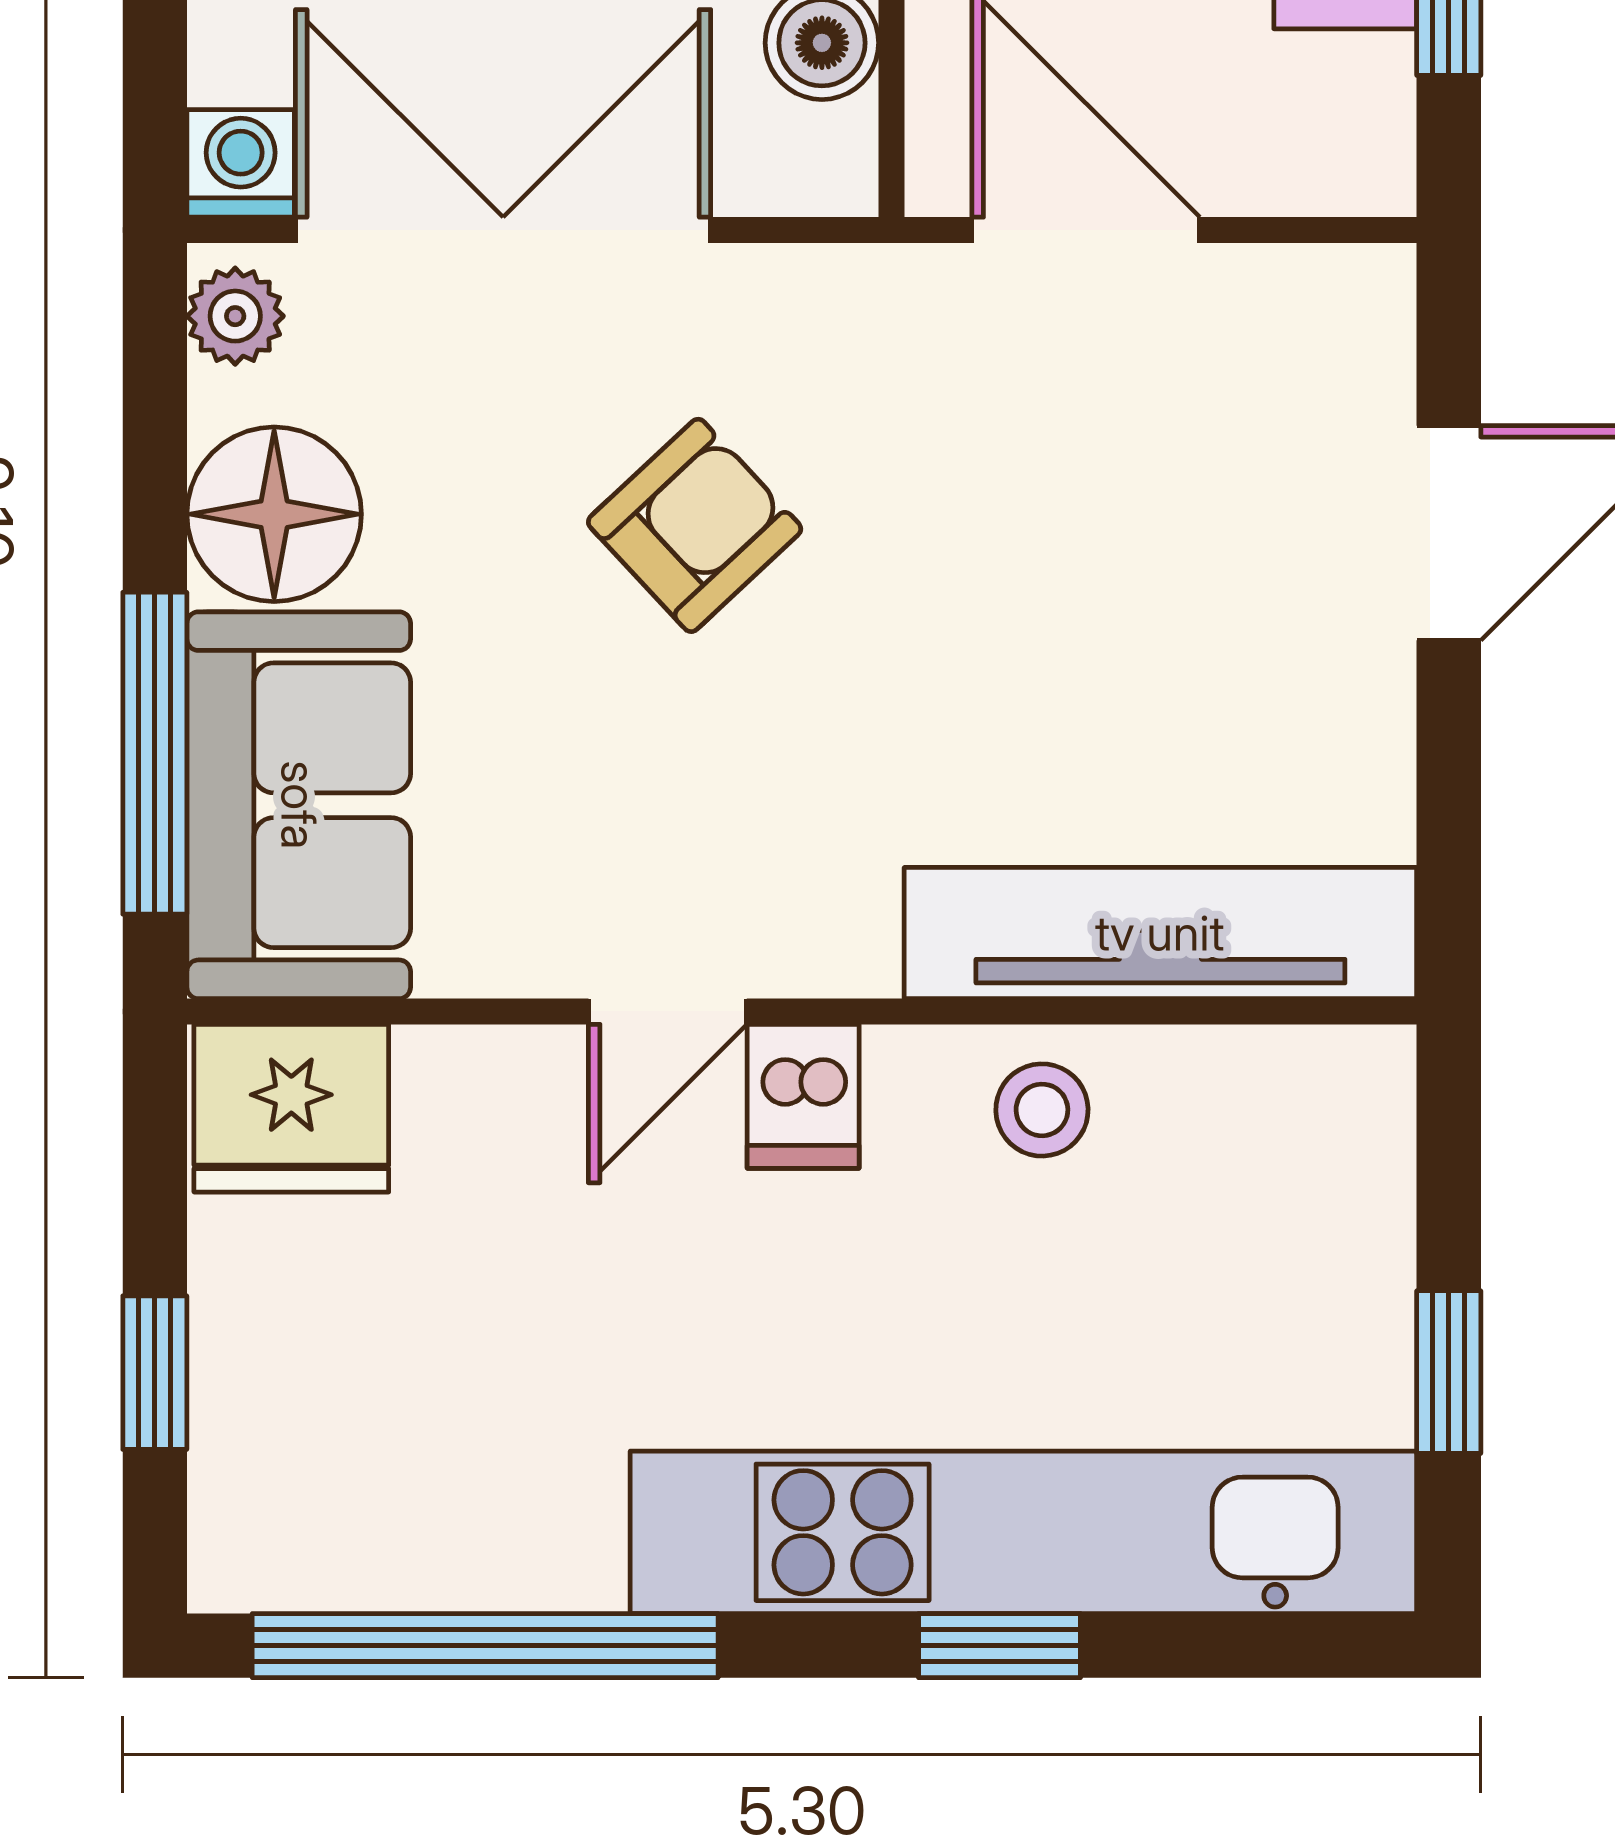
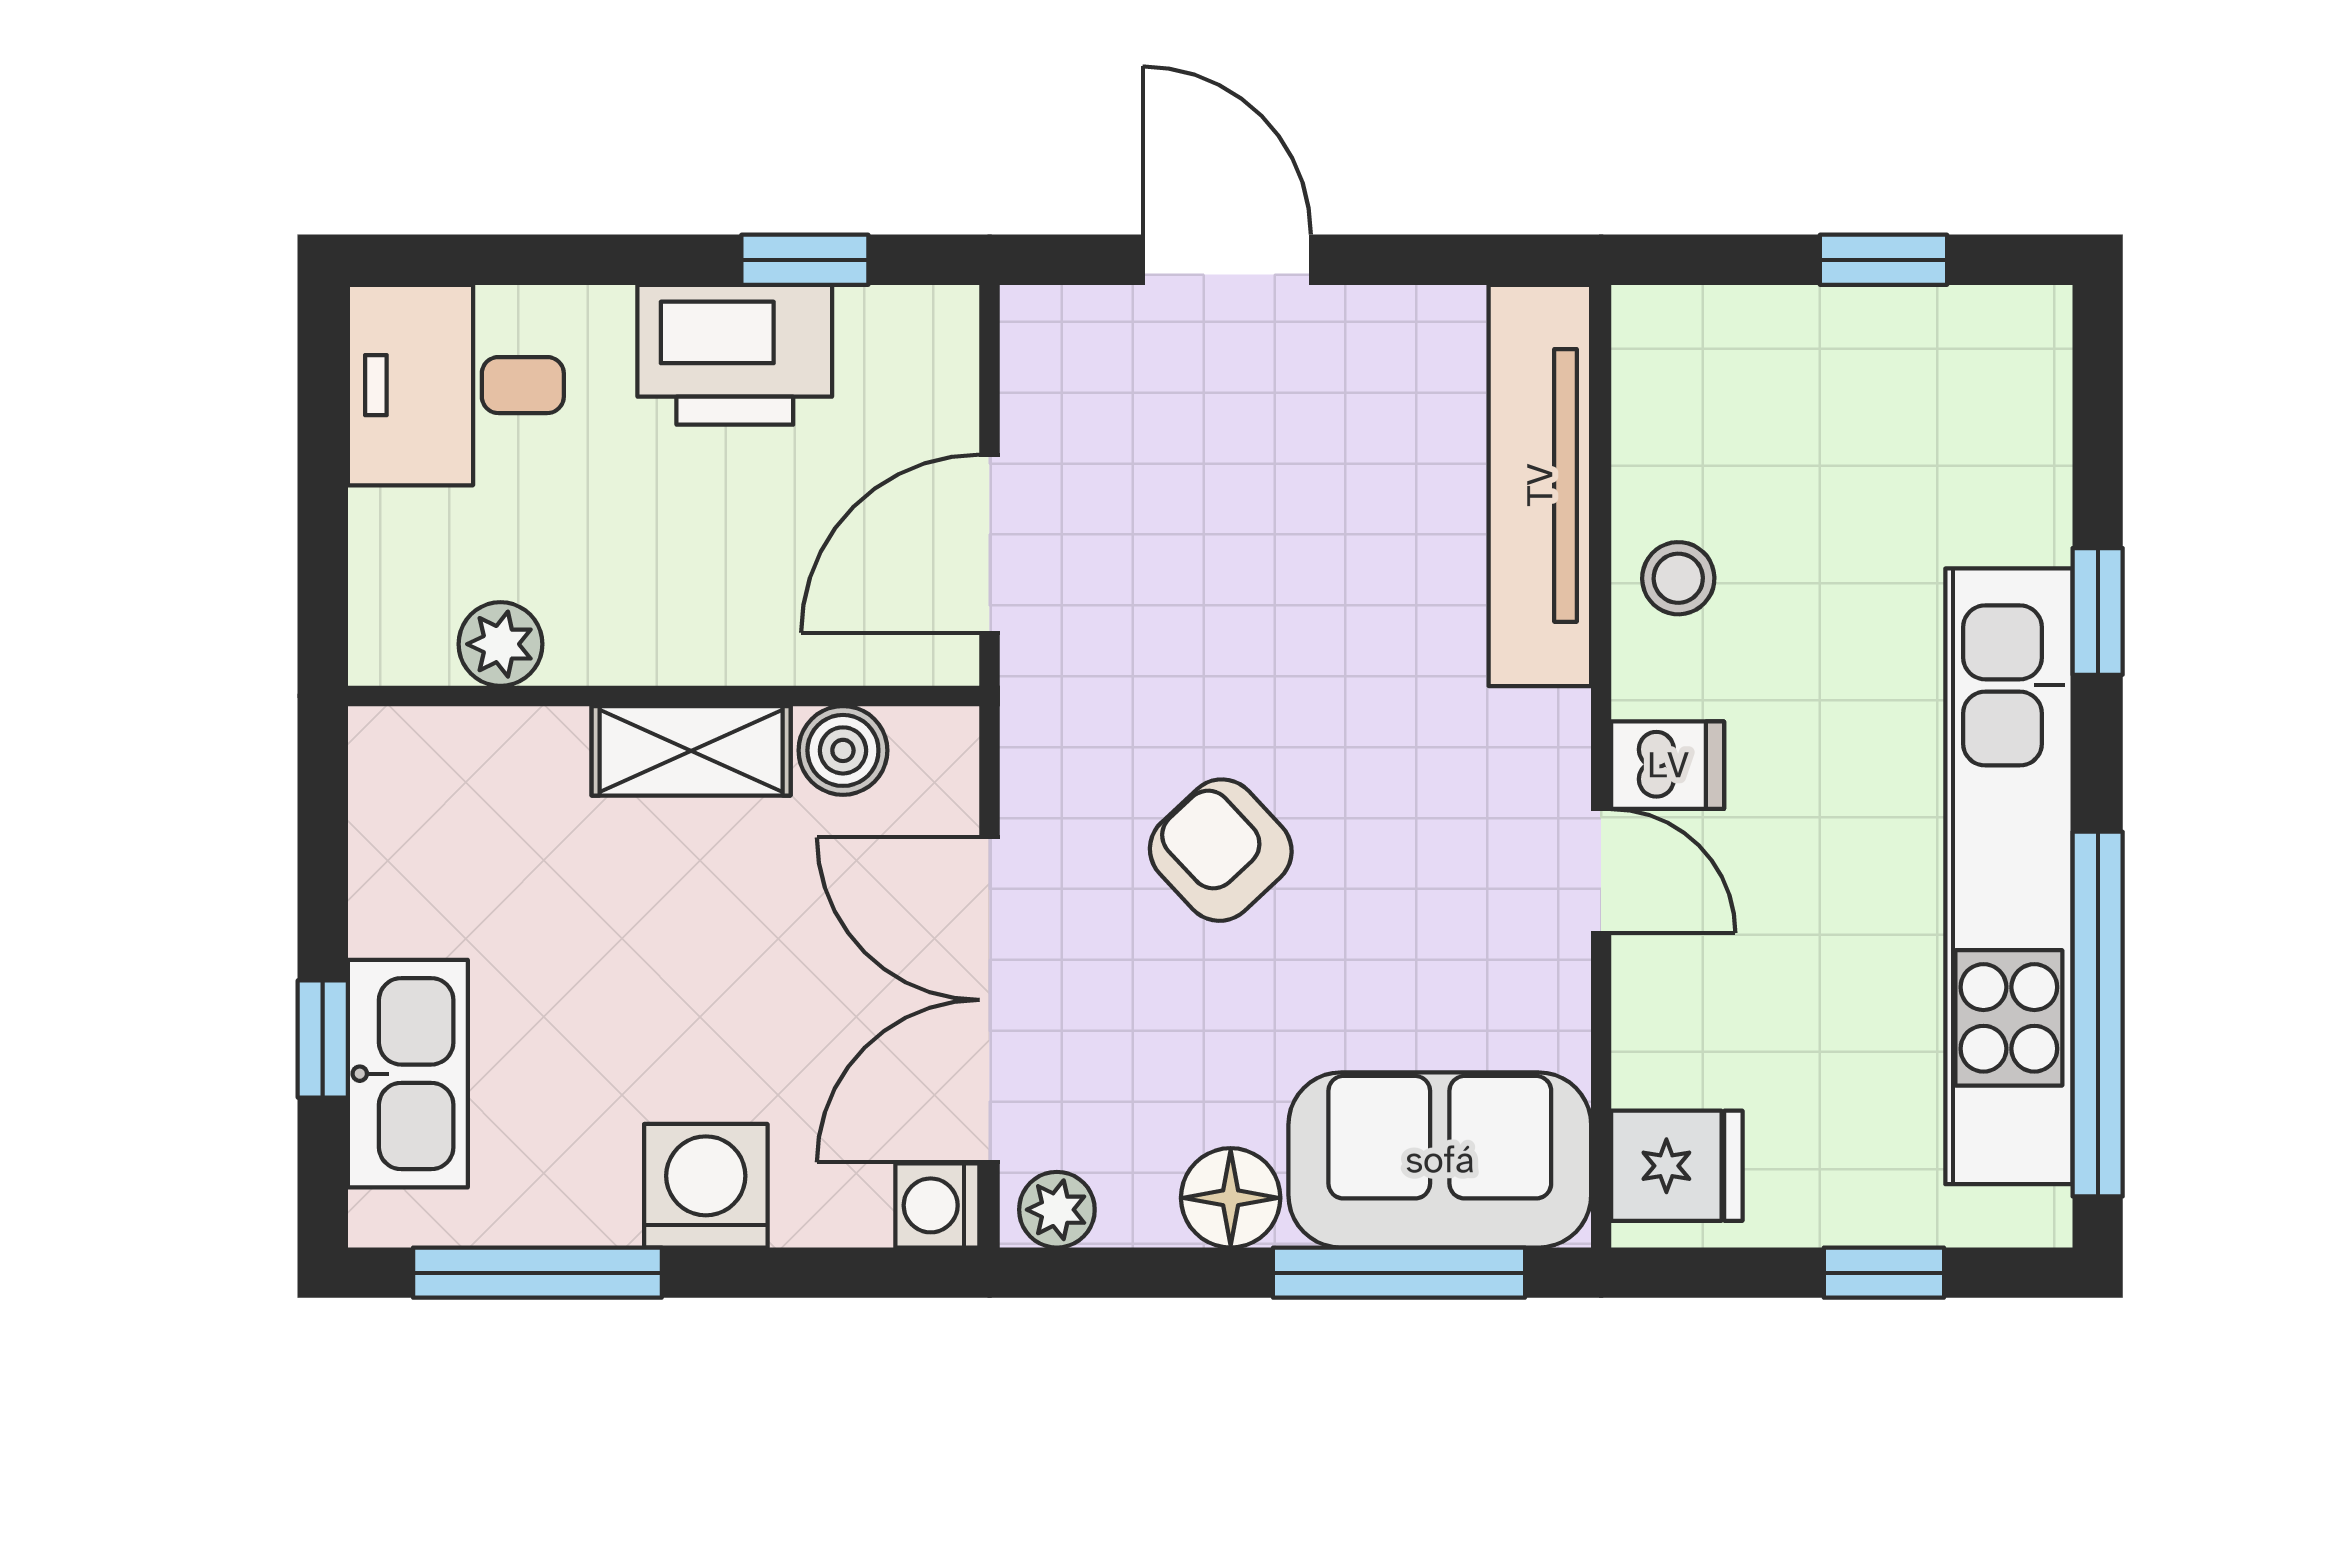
floor lamp: (274, 514) -> (1231, 1198), width x0.73, depth x0.73
fridge: (291, 1108) -> (1677, 1166), width x0.72
kitchen unit: (1023, 1532) -> (2009, 876), moved

